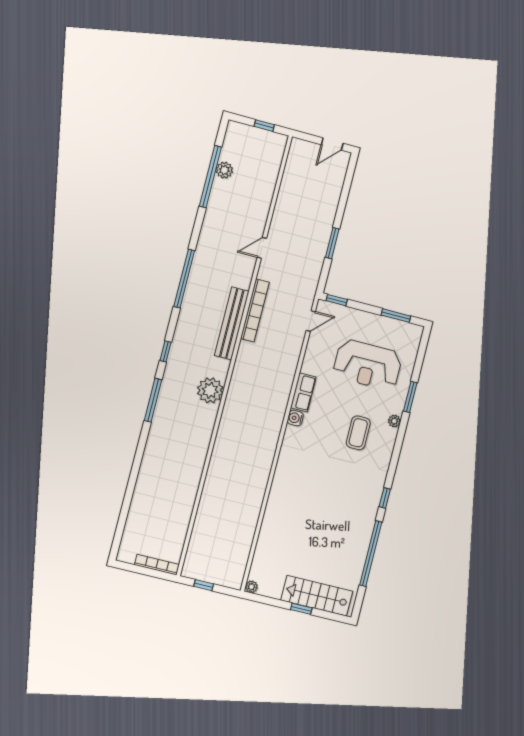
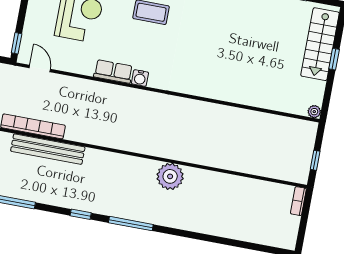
plant: (210, 390) -> (170, 176), moved
bookcase: (157, 565) -> (298, 201), width x0.64

